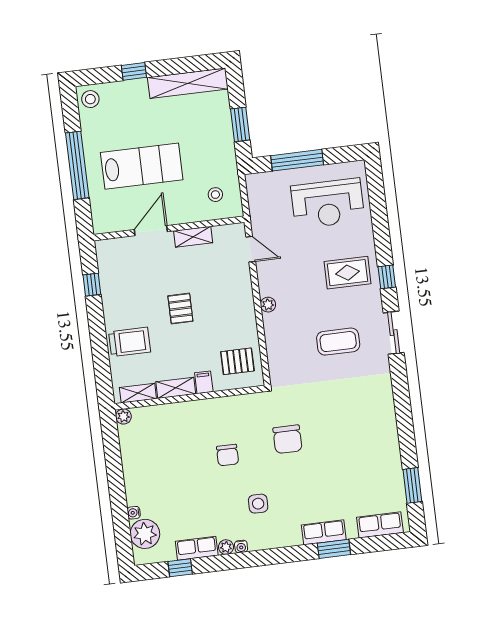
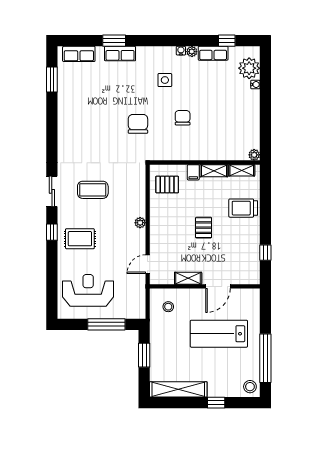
window: (77, 165) -> (265, 358), moved
door: (251, 249) -> (148, 264), hinge flipped

